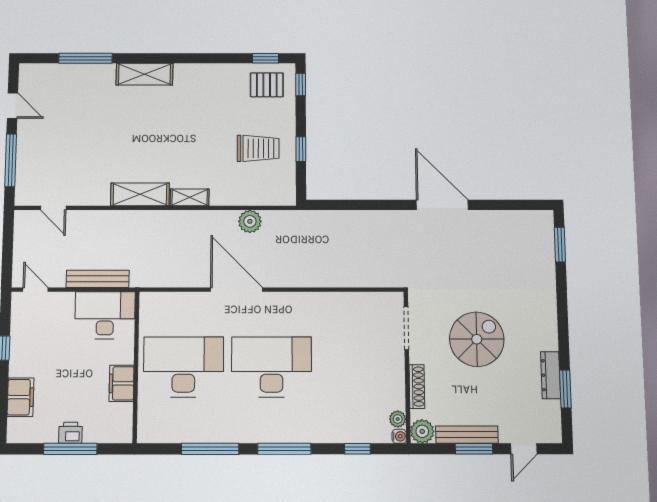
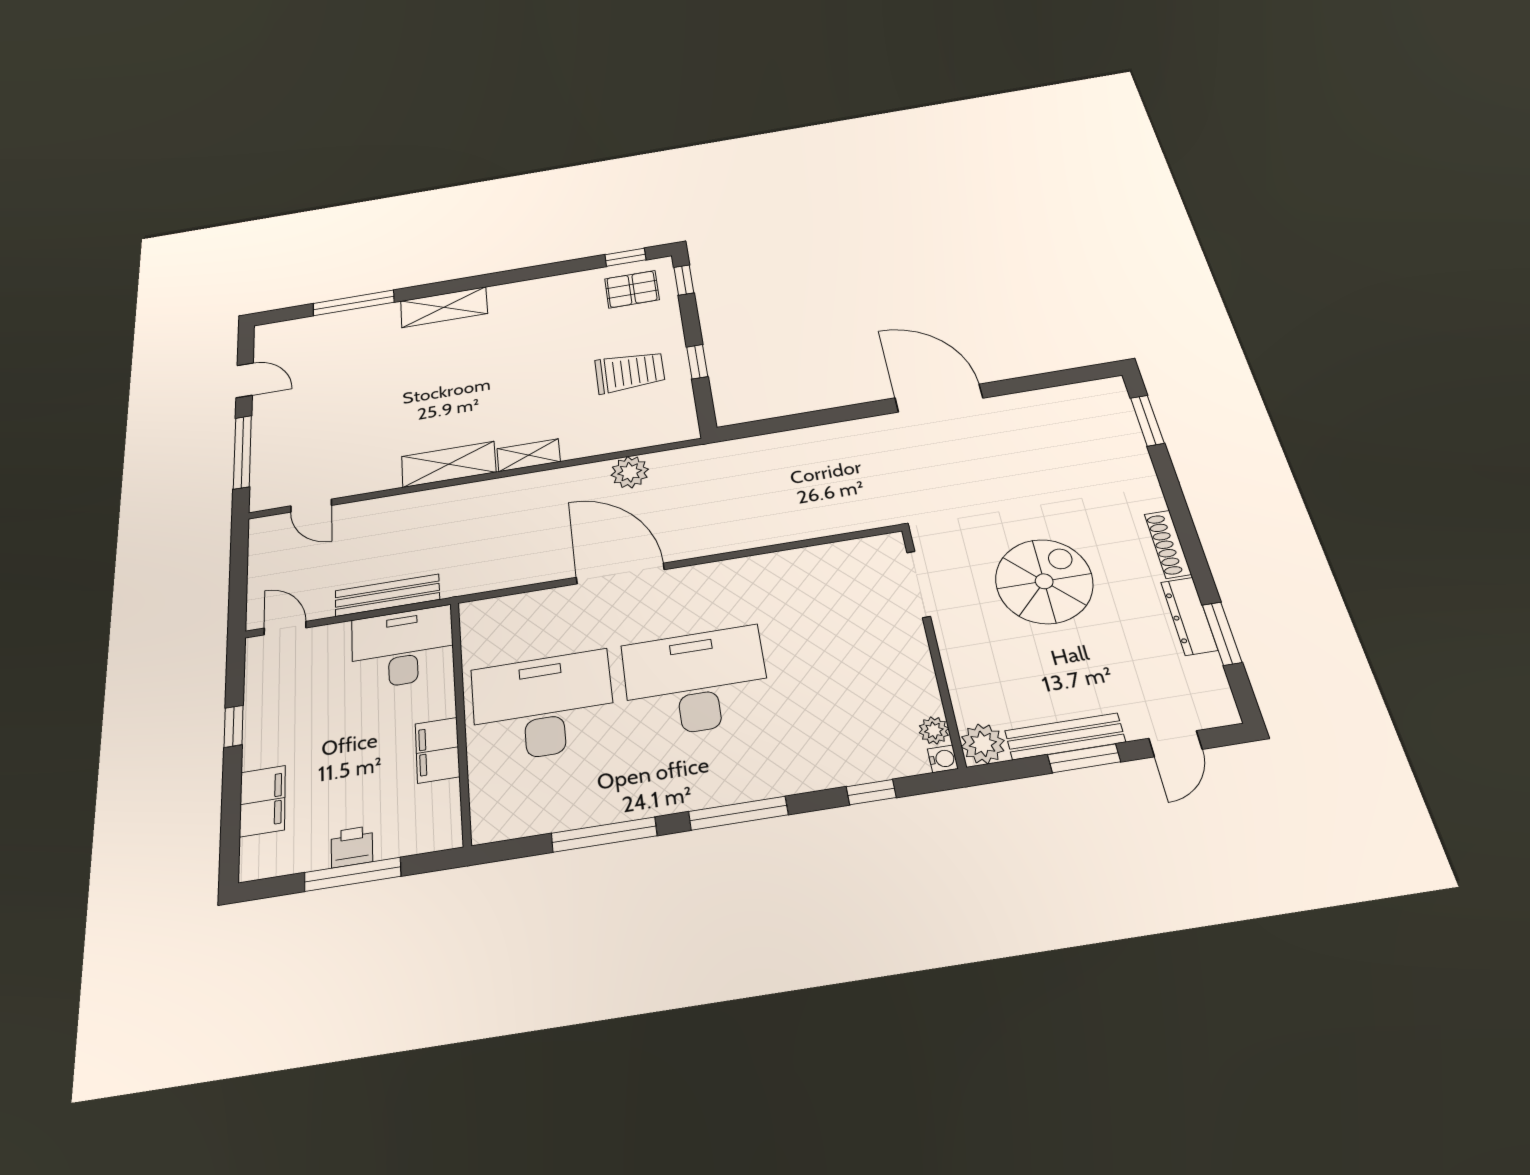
shoe rack: (417, 387) -> (1168, 544), moved, turned 180

